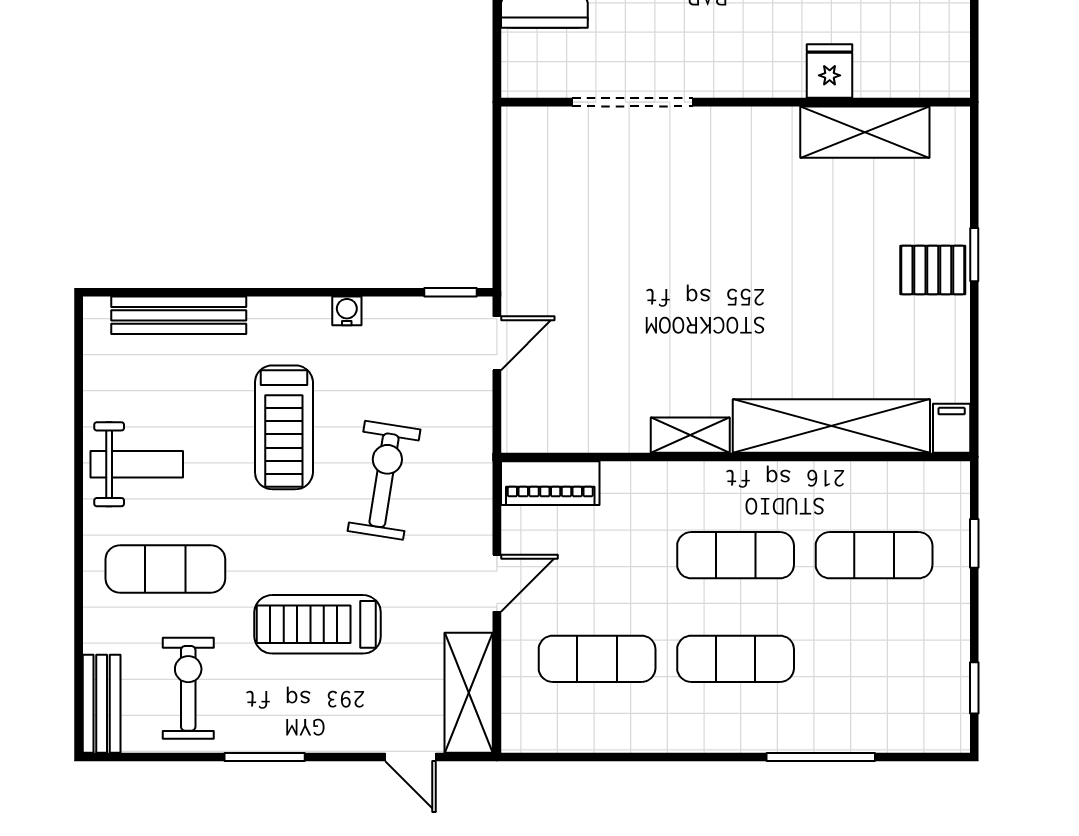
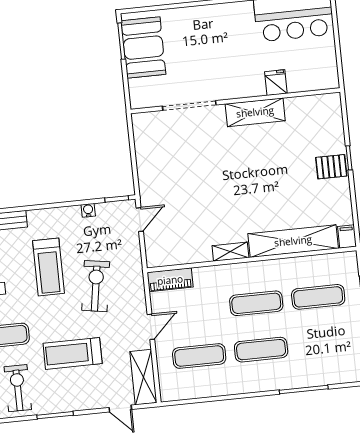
shelving: (865, 132) -> (255, 112), moved
water cooler: (347, 311) -> (88, 210), moved

